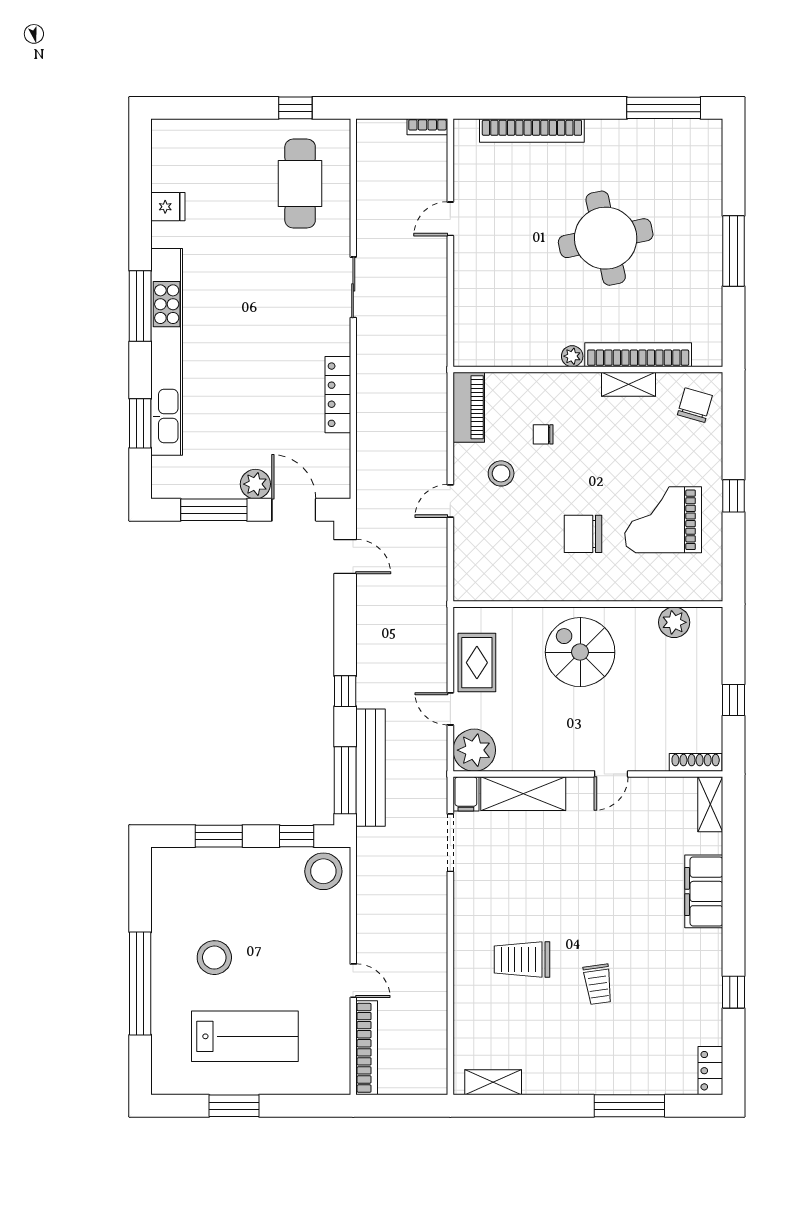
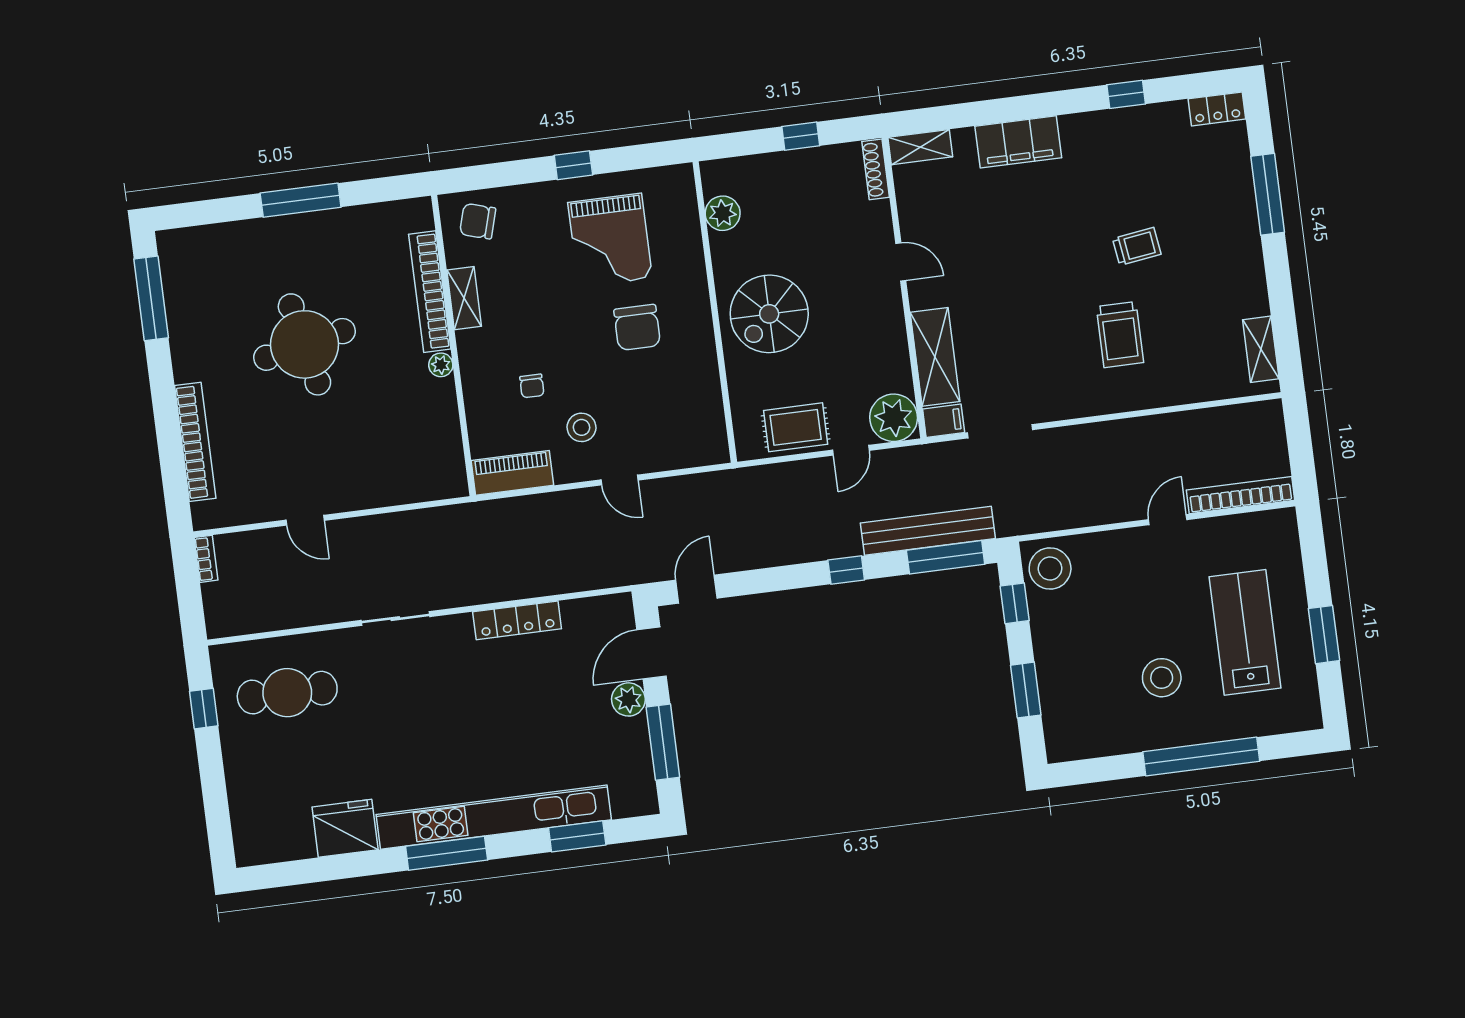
fridge: (168, 207) -> (345, 828), width x1.88, depth x1.34

